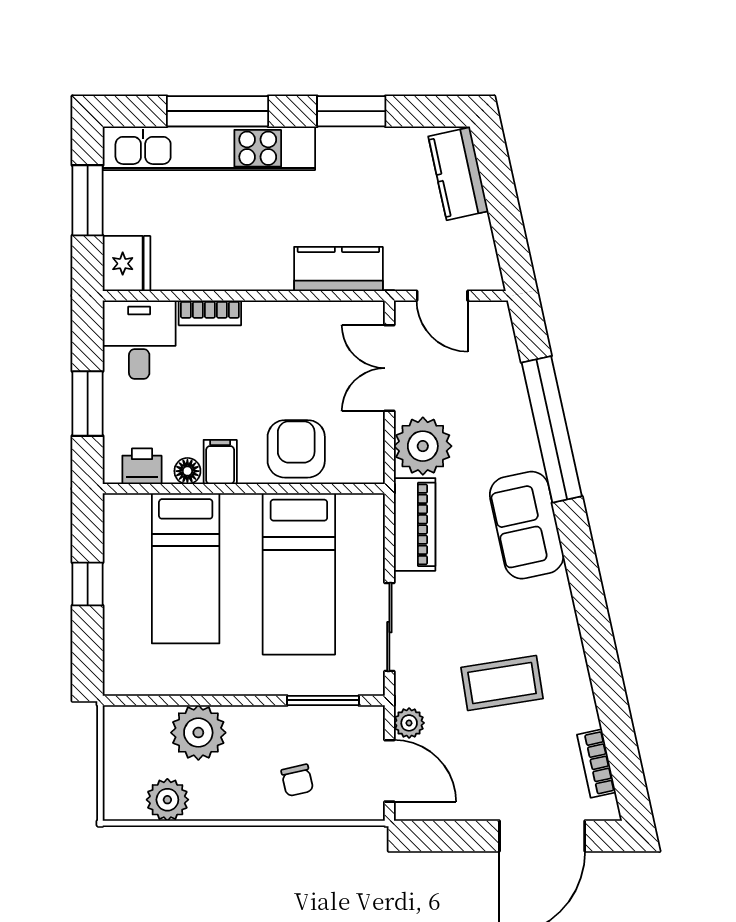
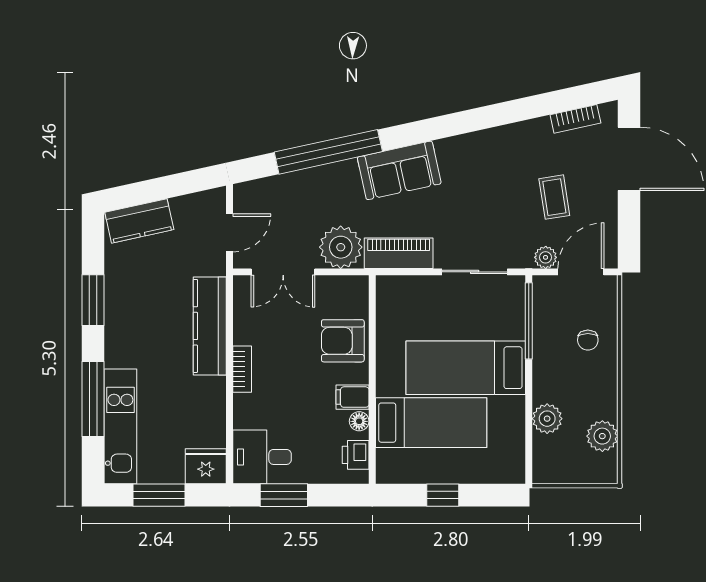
kitchen unit: (209, 148) -> (120, 426), width x0.73
kitchen counter: (338, 269) -> (210, 326), width x1.50
bookcase: (210, 313) -> (242, 369), moved
window: (88, 403) -> (284, 495), moved
bed: (299, 574) -> (466, 368), moved, turned 180
coffee table: (502, 683) -> (554, 197), moved, width x0.73, depth x0.77
window: (323, 700) -> (529, 321), width x1.44
plant: (198, 733) -> (547, 419), width x0.73, depth x0.73
chair: (297, 780) -> (588, 340), turned 103

